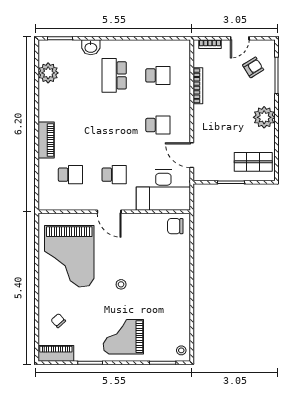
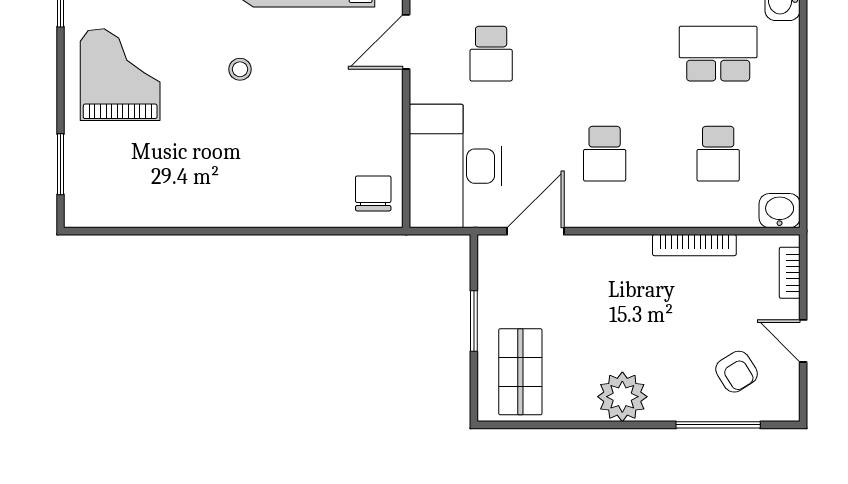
washbasin: (183, 49) -> (780, 211), added
stool: (181, 350) -> (89, 207), removed

